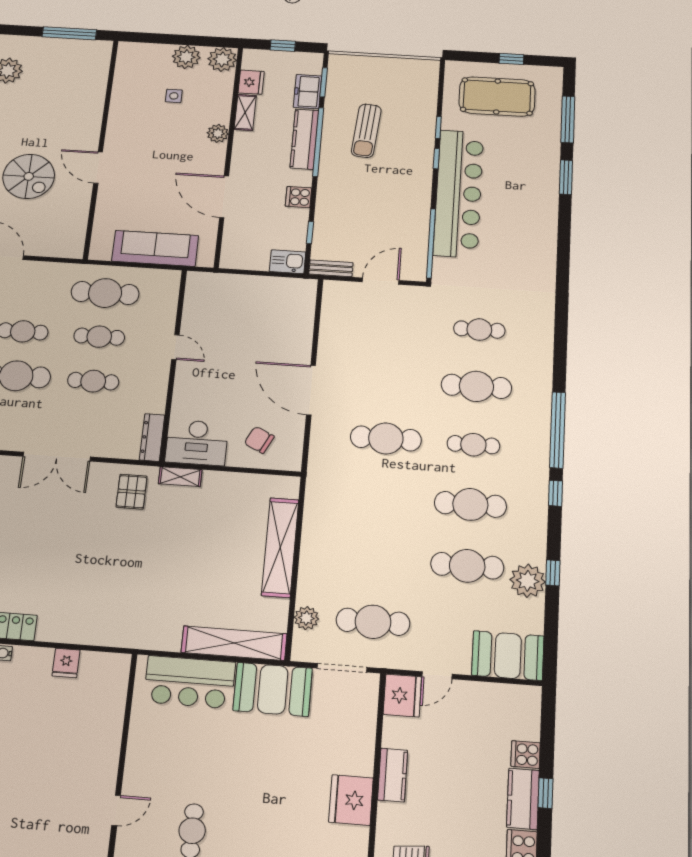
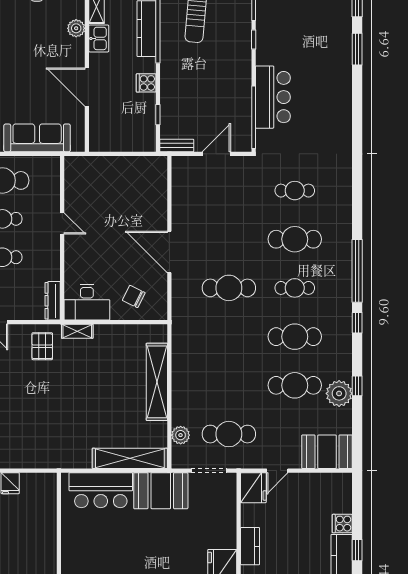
bar counter: (459, 193) -> (273, 97), width x0.54
kitchen sink: (288, 262) -> (99, 38), moved, turned 90

